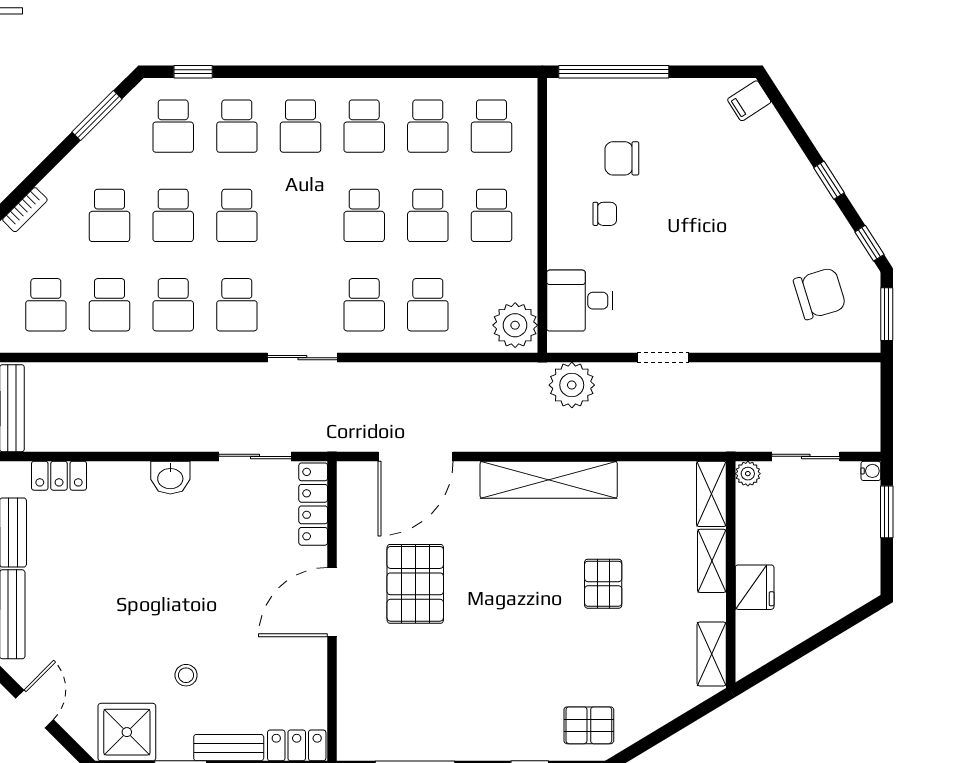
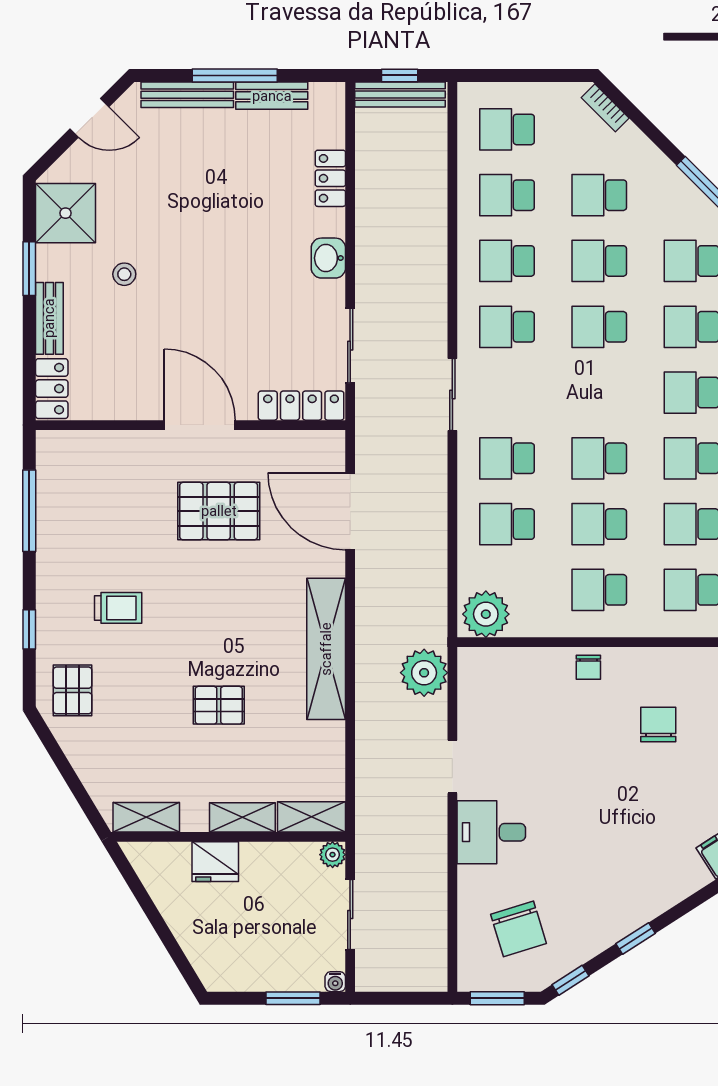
chair: (605, 214) -> (588, 667), moved
desk: (580, 301) -> (491, 832), moved, turned -90
locker: (59, 476) -> (330, 178), moved
trolley: (509, 681) -> (118, 608), added

